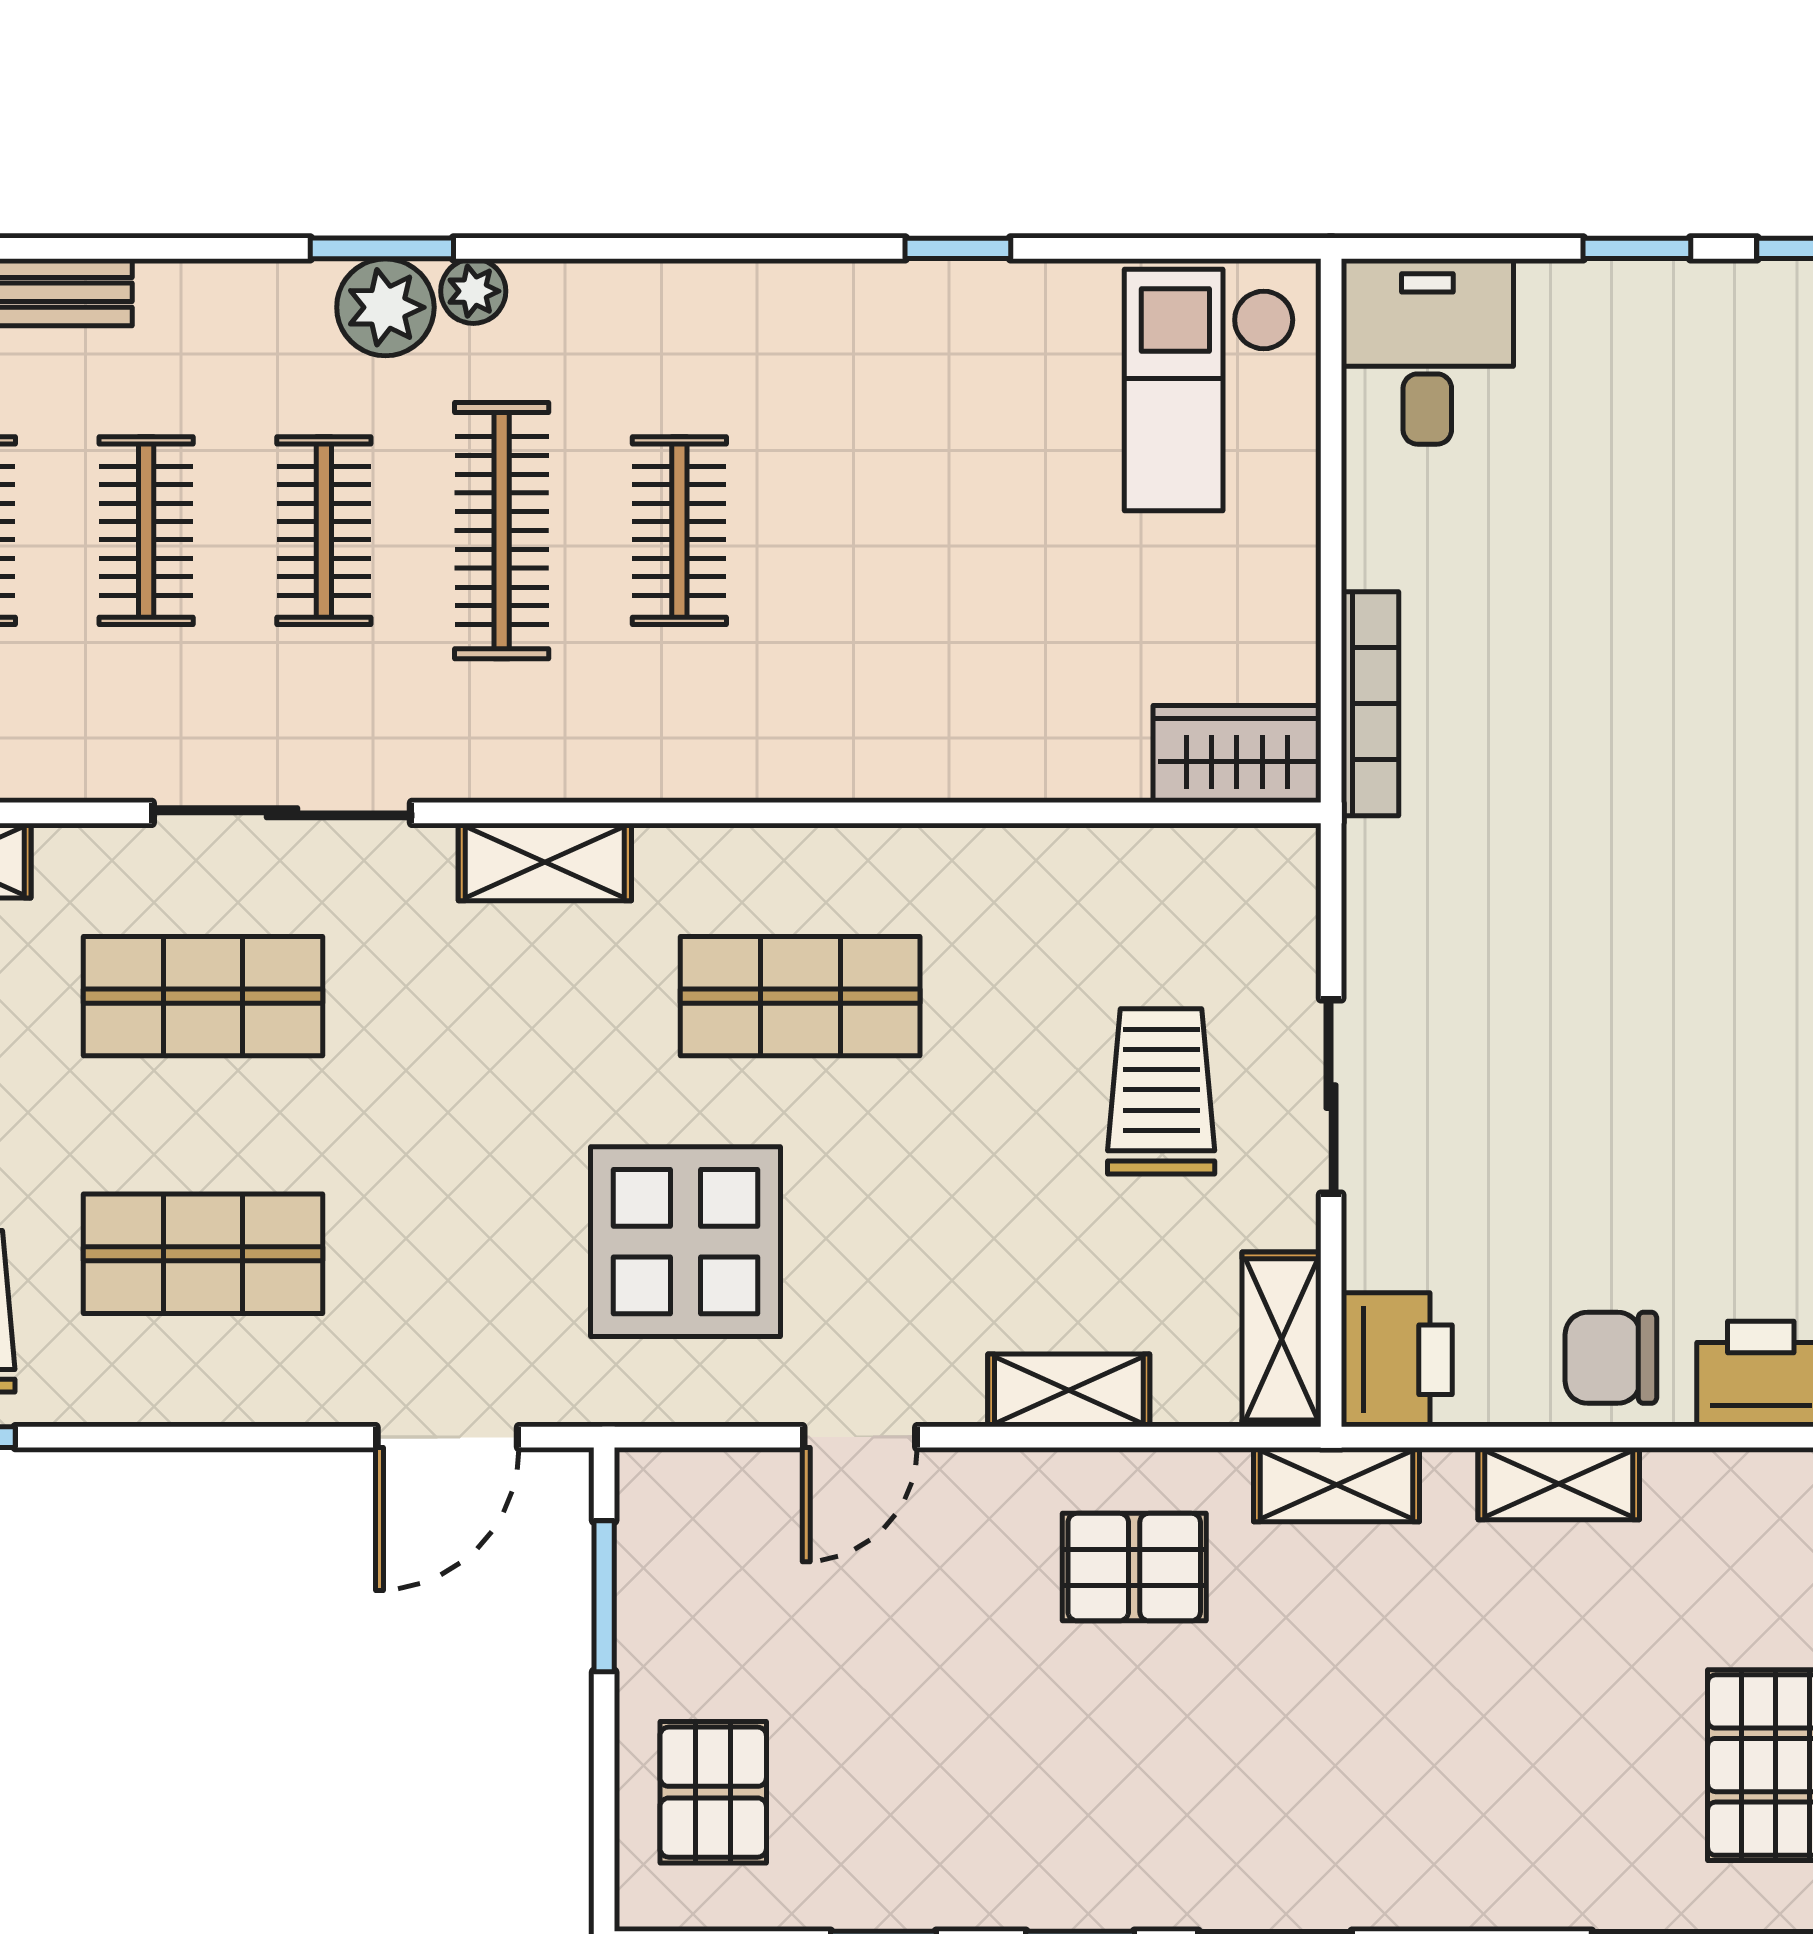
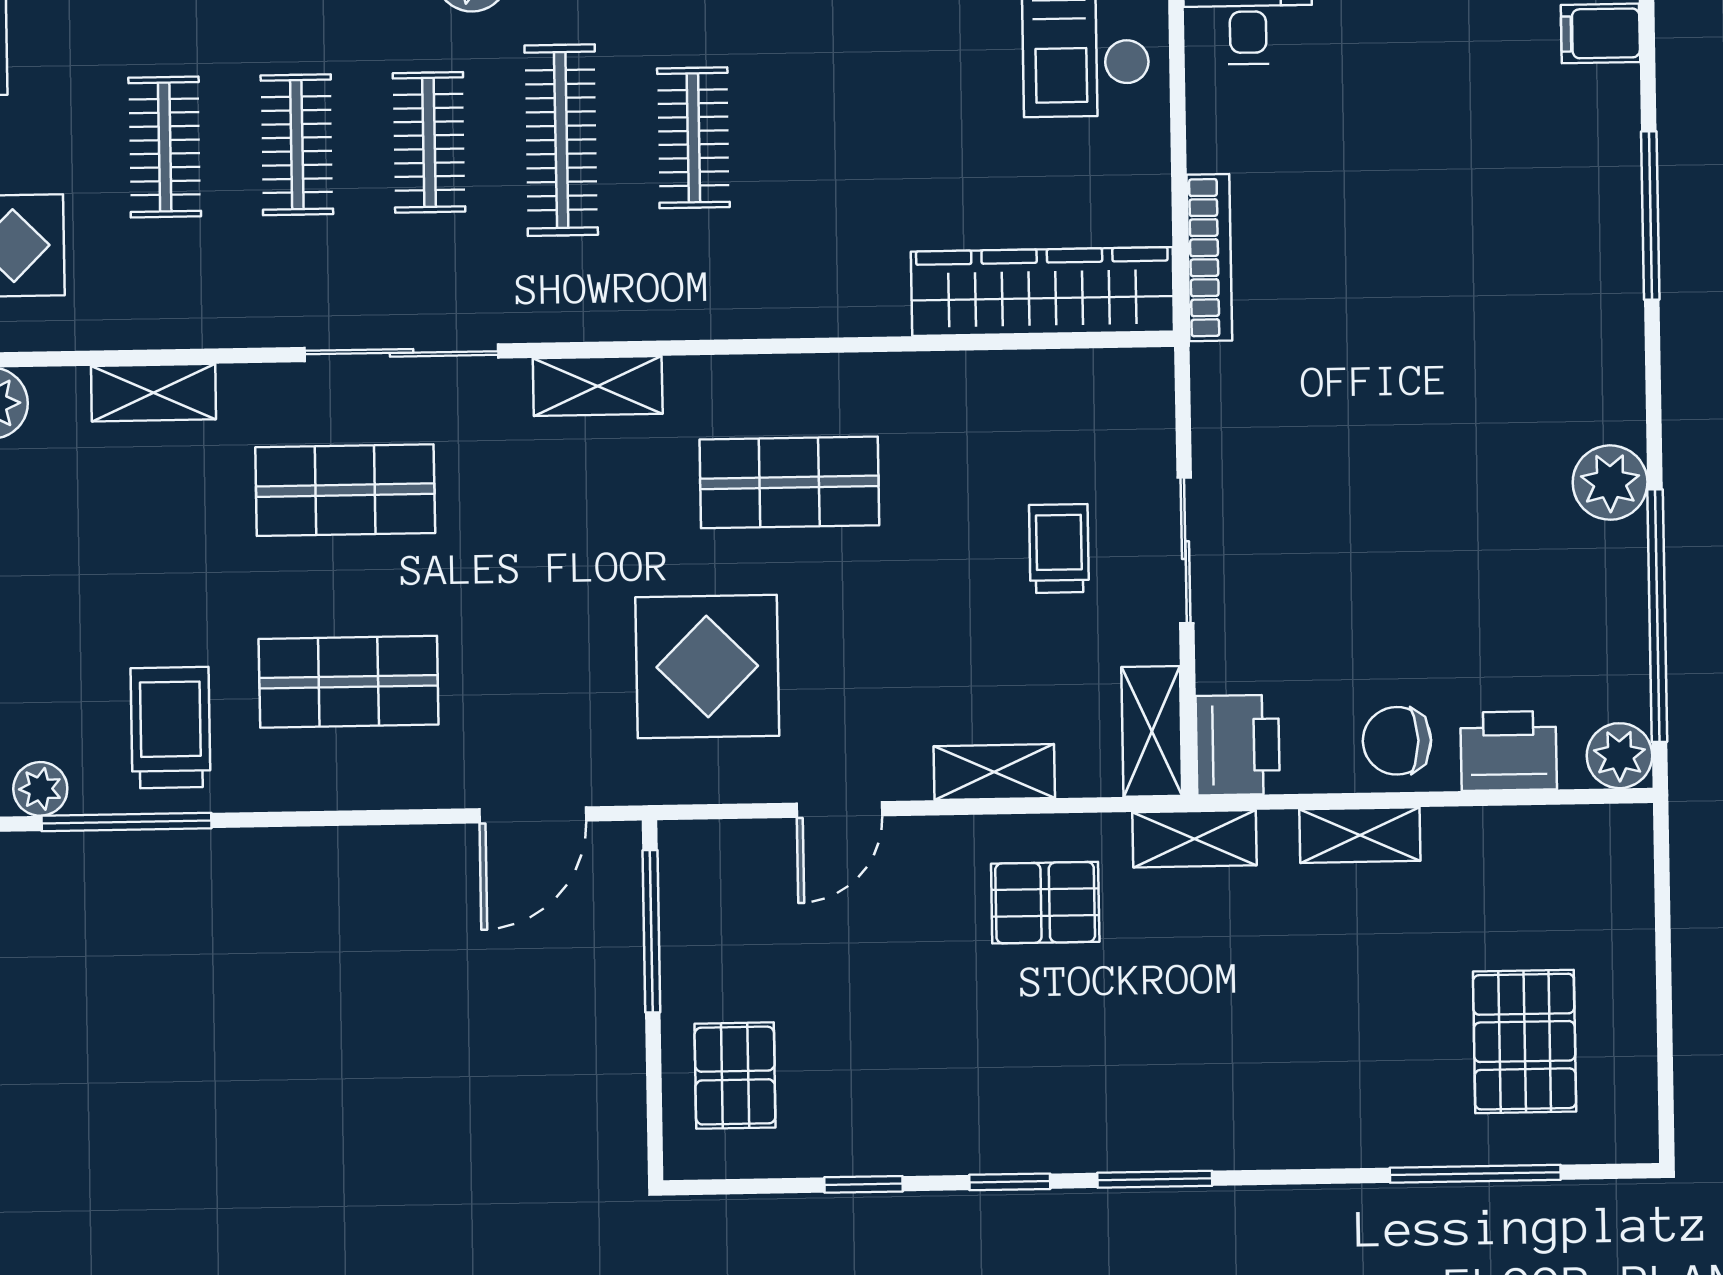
wardrobe: (1237, 754) -> (1042, 292), width x2.10, depth x1.17
trolley: (1161, 1091) -> (1059, 549), width x0.73, depth x0.72
window: (604, 1596) -> (651, 931), width x1.44

